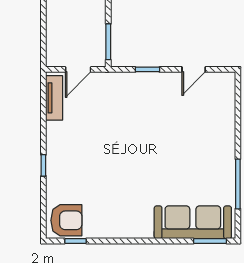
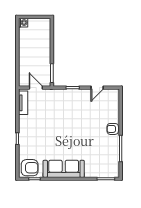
door: (78, 69) -> (36, 88), swing flipped
armchair: (223, 147) -> (113, 129), added
sofa: (193, 222) -> (64, 169), moved

